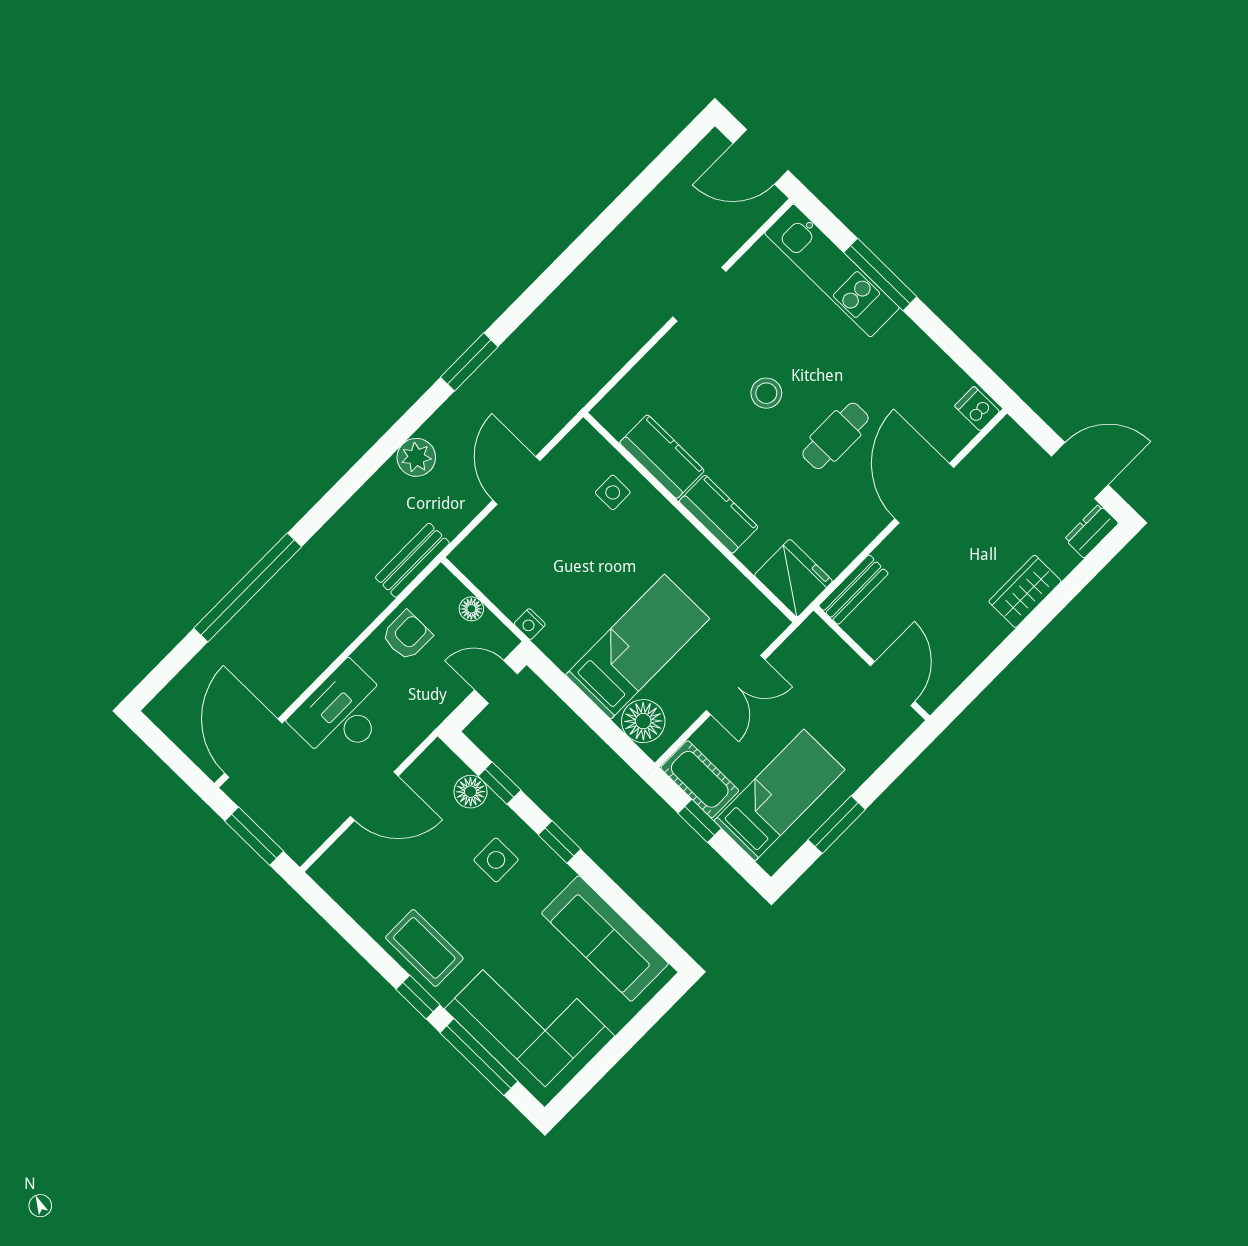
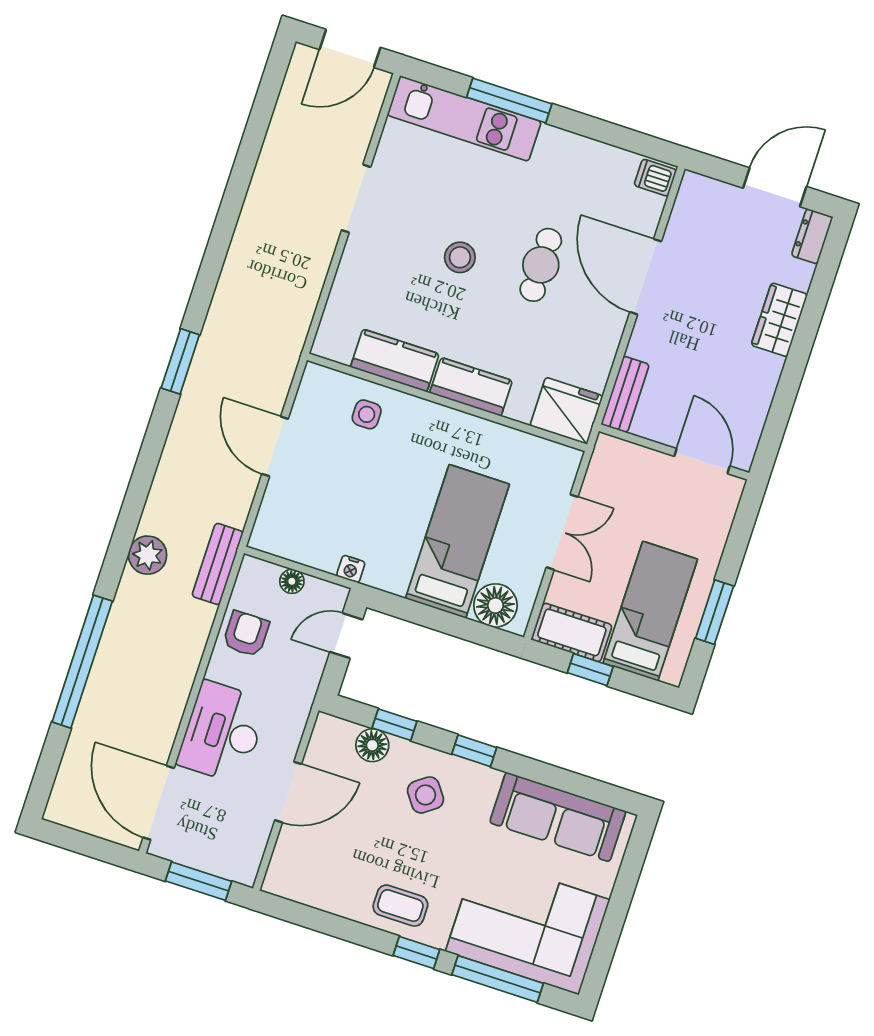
plant: (416, 457) -> (148, 555), moved
side table: (496, 860) -> (426, 795), turned -36
coffee table: (424, 948) -> (400, 906), width x0.73, depth x0.77

